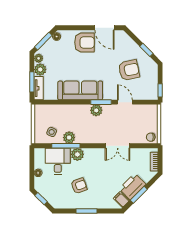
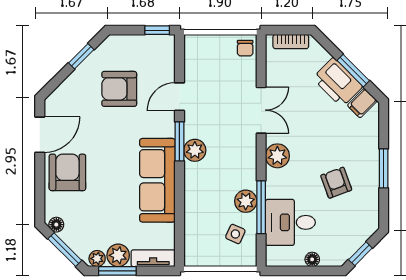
armchair: (129, 70) -> (119, 89), turned -78
window: (32, 82) -> (117, 271), moved
plant: (77, 154) -> (277, 156), moved

